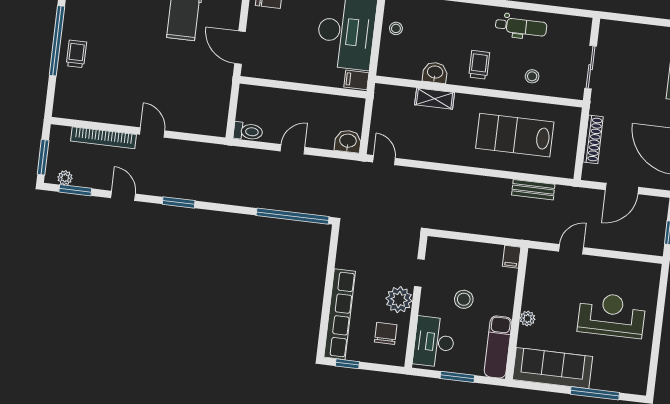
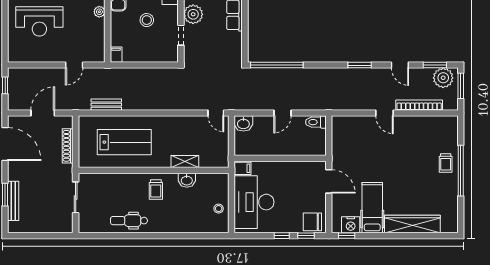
stool: (532, 76) -> (117, 186), removed
plant: (65, 178) -> (443, 78), width x1.87, depth x1.87

